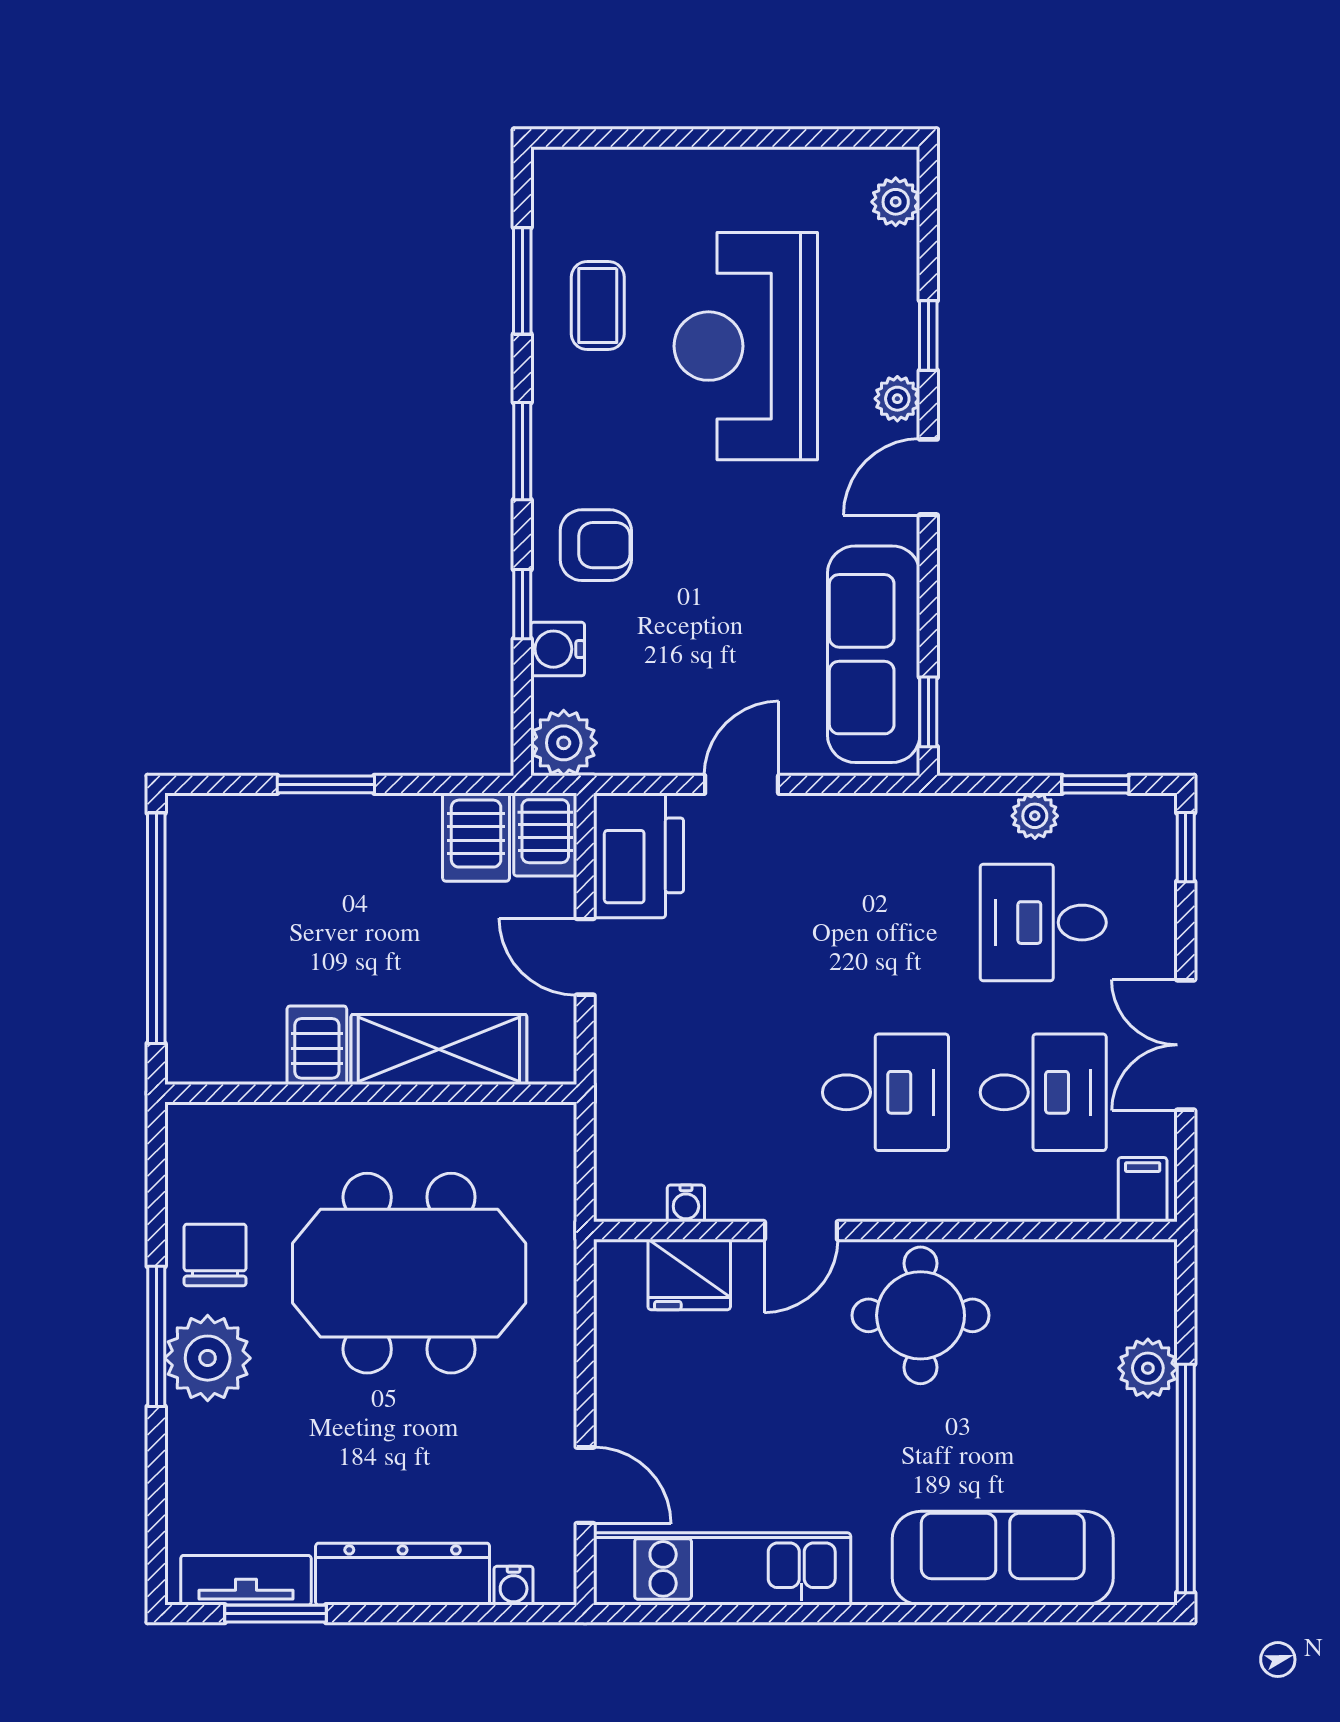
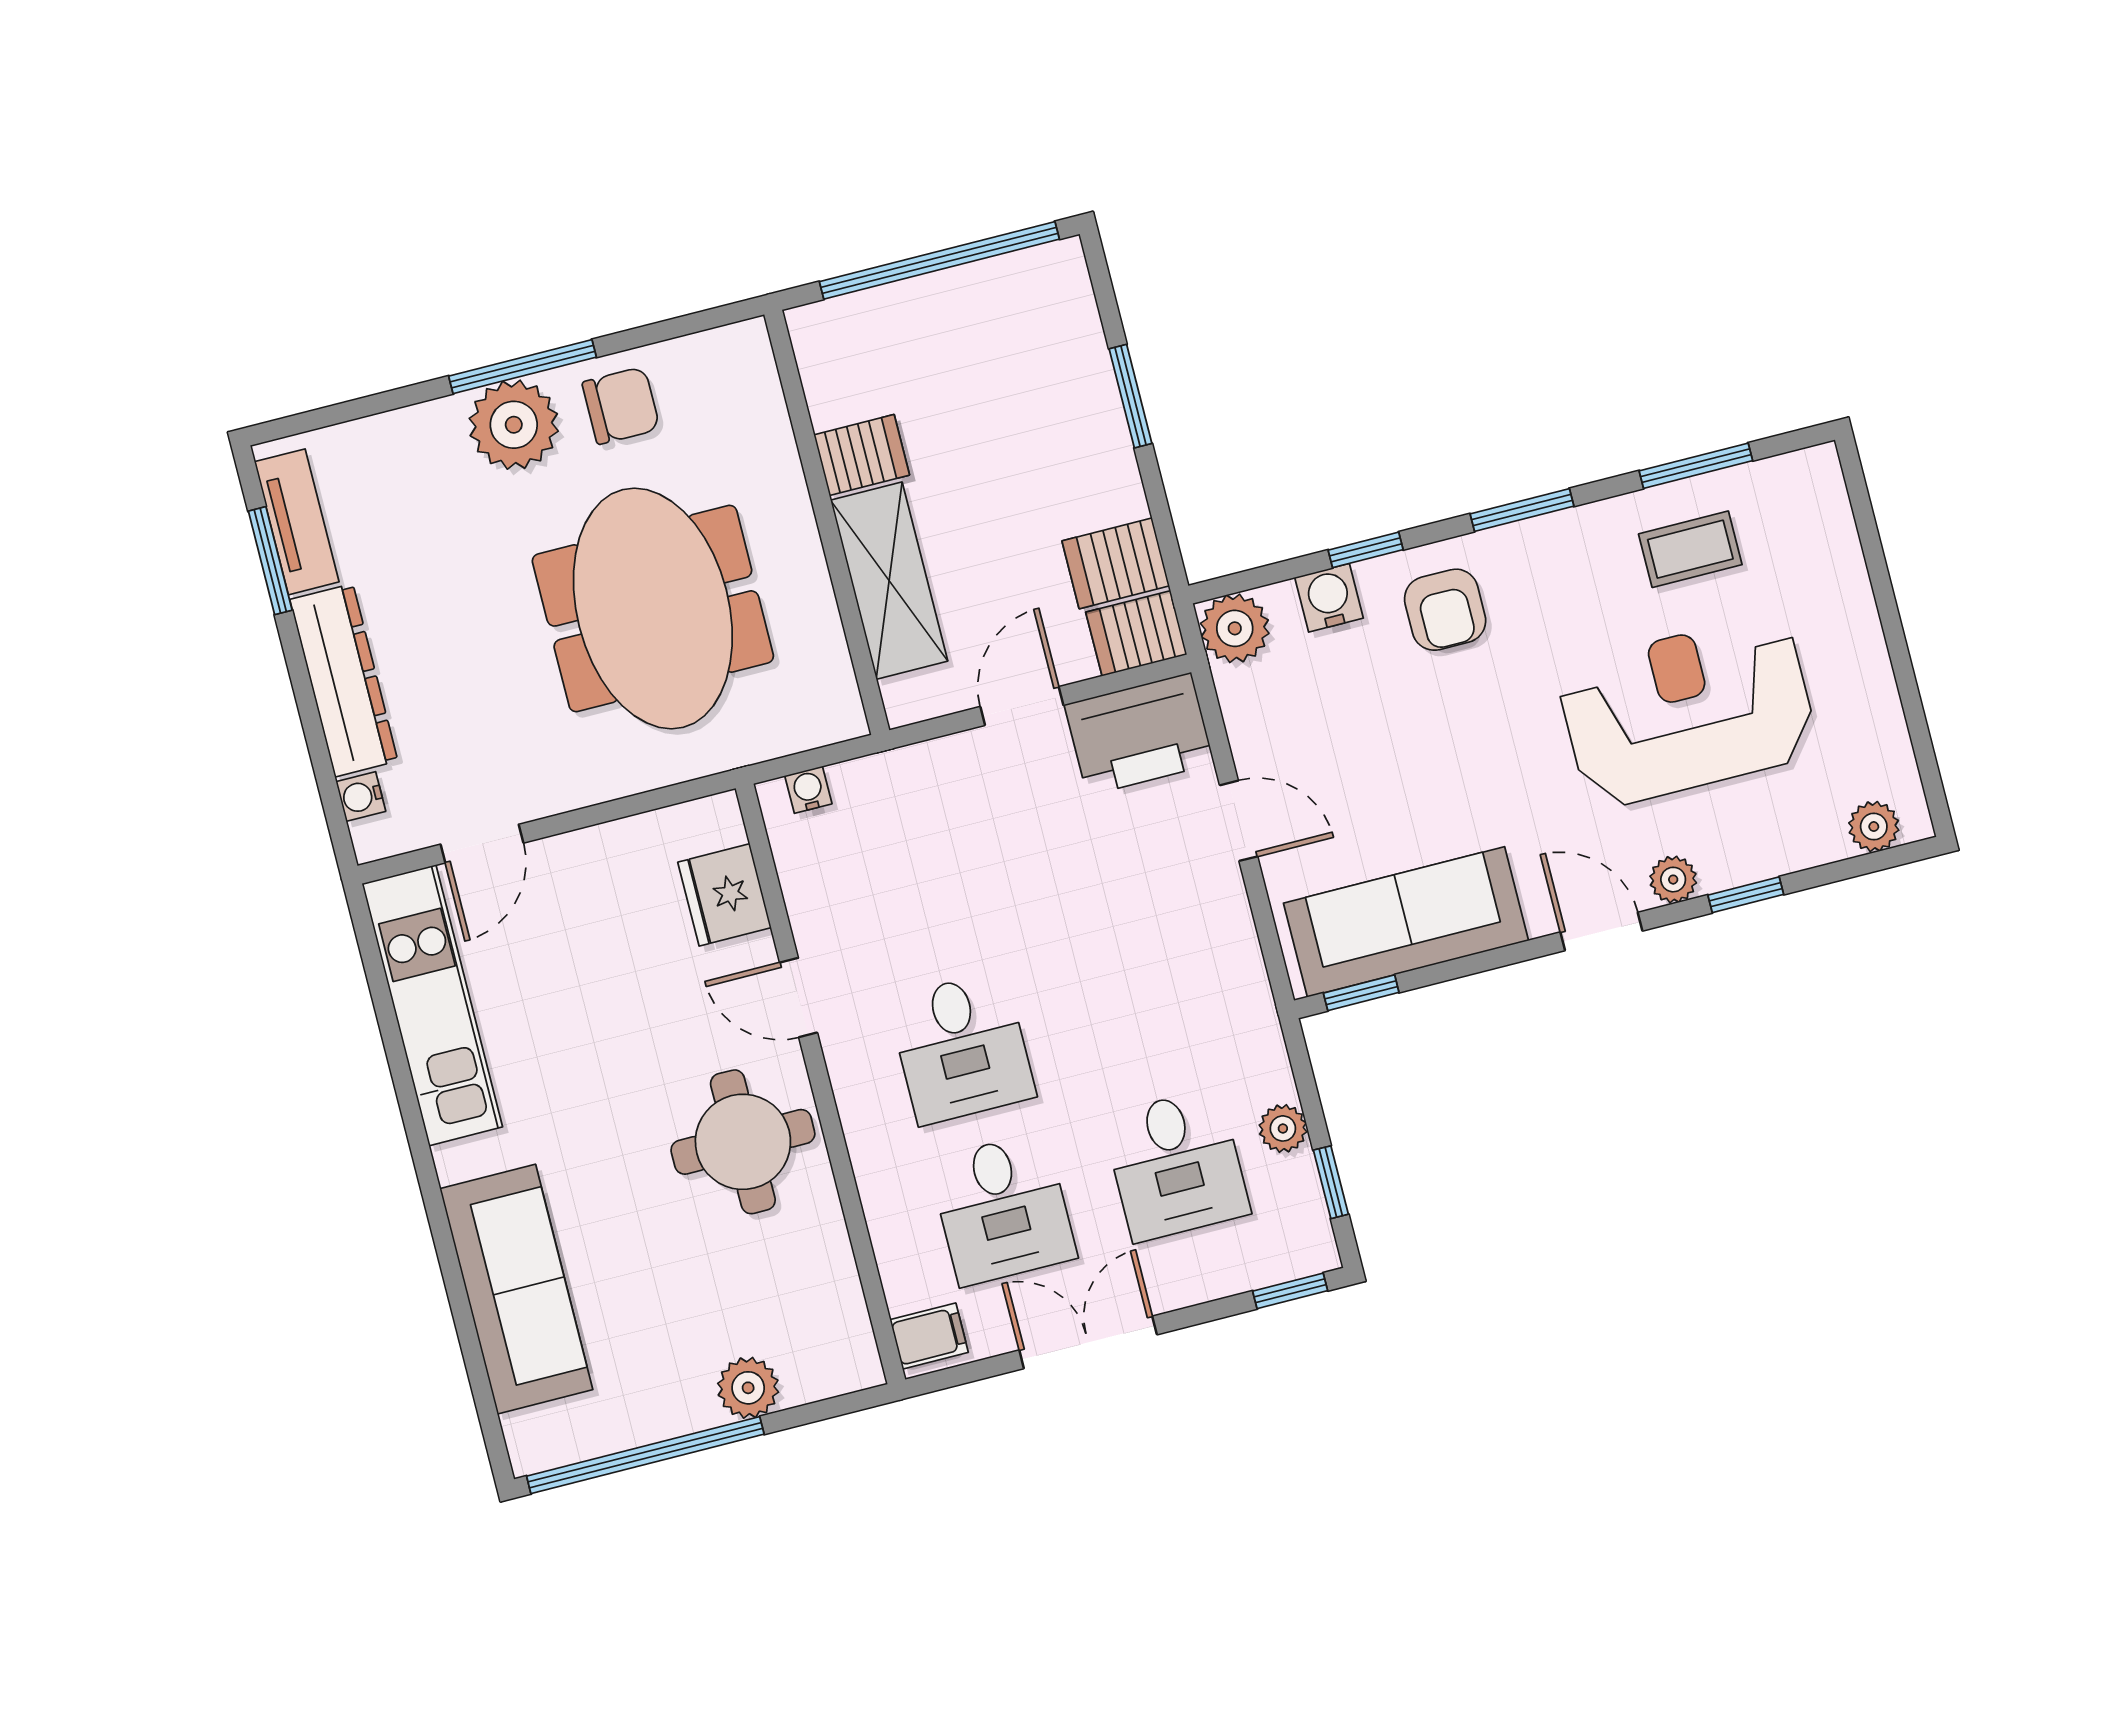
desk: (1043, 923) -> (1176, 1165), turned 180
water cooler: (686, 1203) -> (808, 790), moved, turned 90

